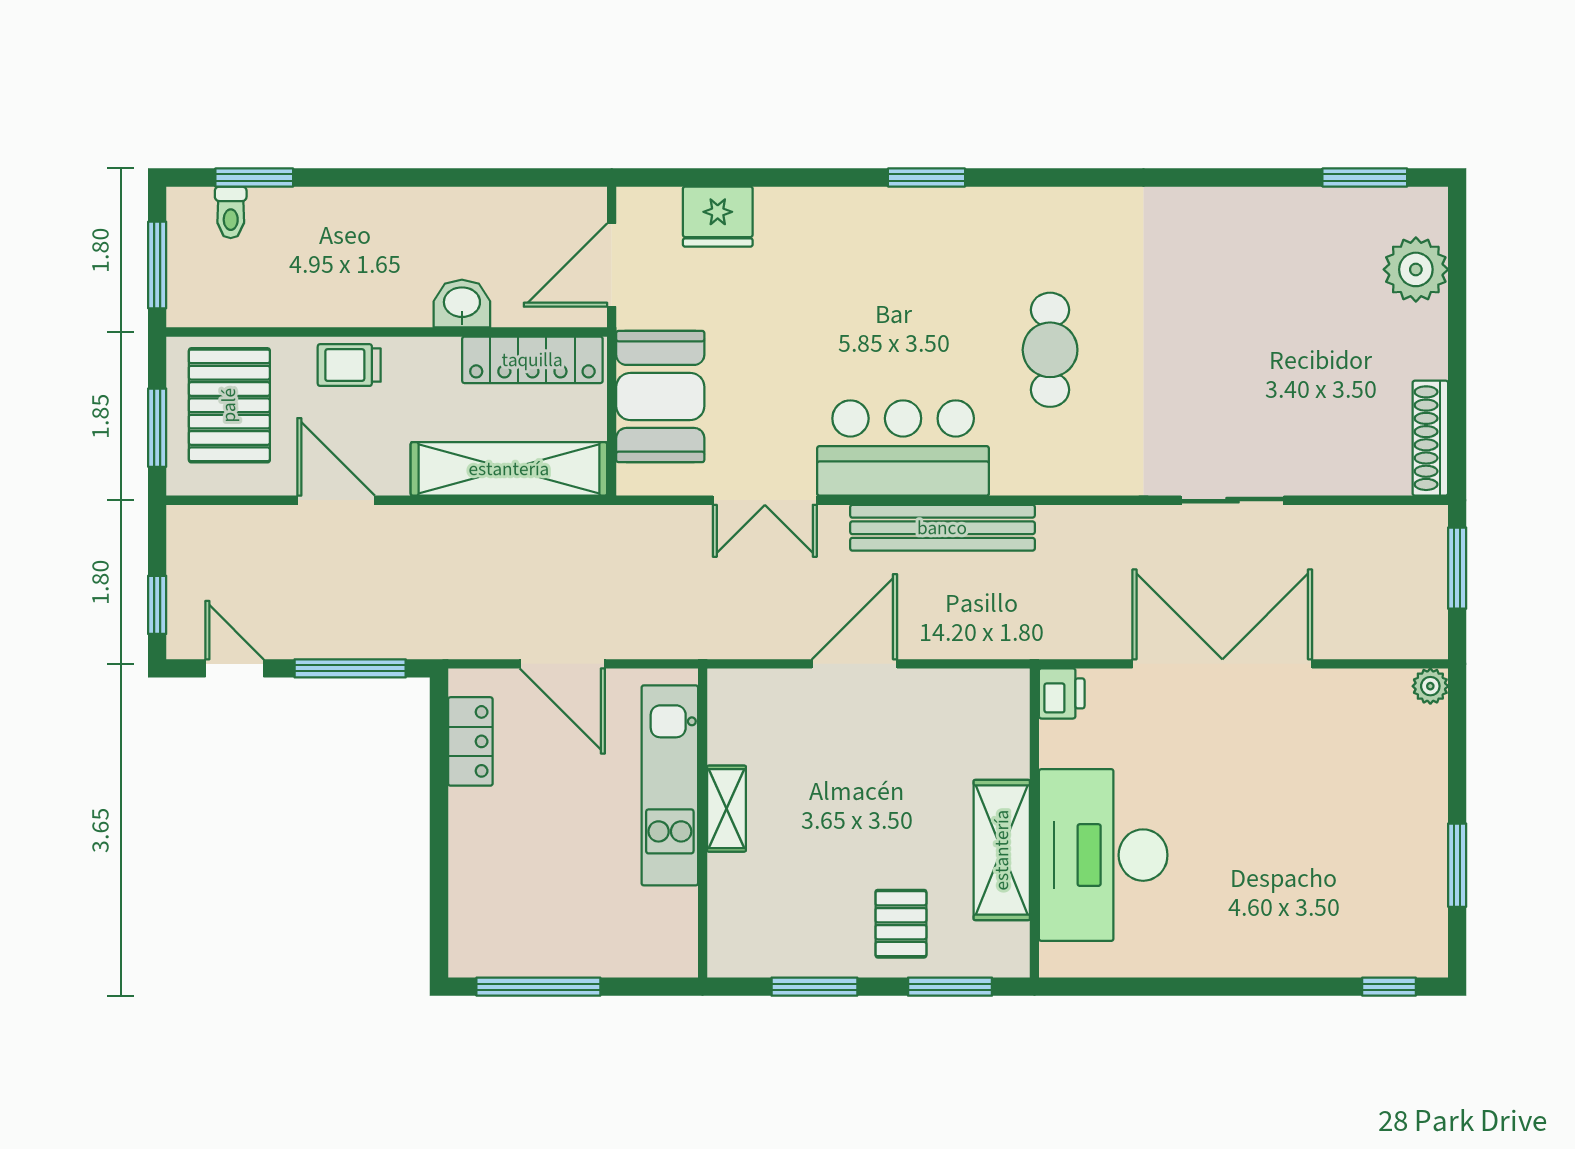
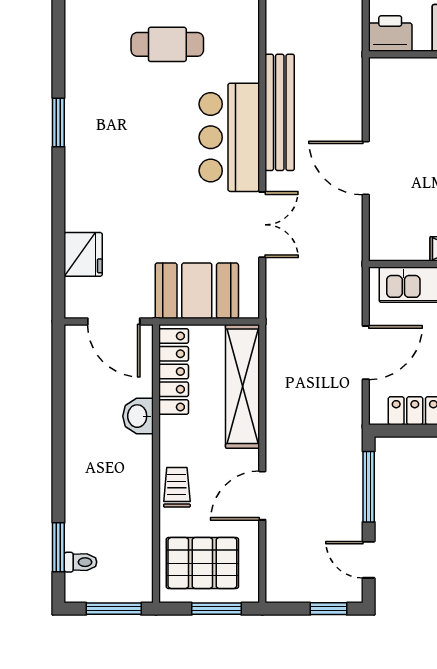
trolley: (349, 365) -> (177, 487), turned 180
door: (235, 668) -> (369, 560), hinge flipped
printer: (1062, 693) -> (390, 34), width x1.36, depth x1.24

